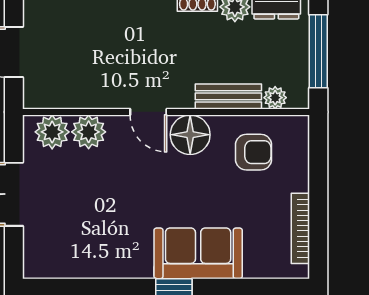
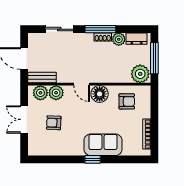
bench: (228, 96) -> (42, 78), moved
plant: (275, 98) -> (140, 74), width x1.88, depth x1.88
armchair: (83, 202) -> (54, 123), added

